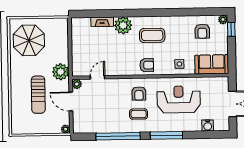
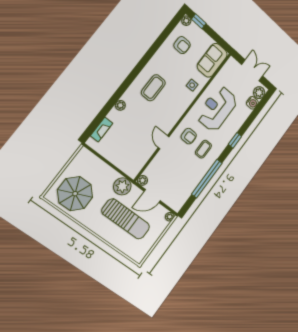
fireplace: (102, 22) -> (102, 130), moved
plant: (123, 25) -> (120, 105), width x0.53, depth x0.53
armchair: (147, 65) -> (173, 112), removed
door: (97, 77) -> (164, 142), moved
sun lounger: (38, 95) -> (126, 219), width x1.36, depth x1.34
plant: (220, 125) -> (259, 93), added
window: (166, 135) -> (235, 140), width x0.46

